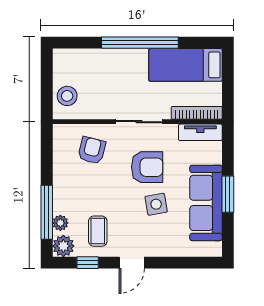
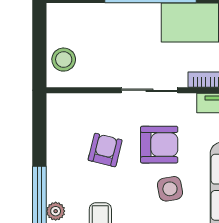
armchair: (92, 150) -> (105, 150), moved

